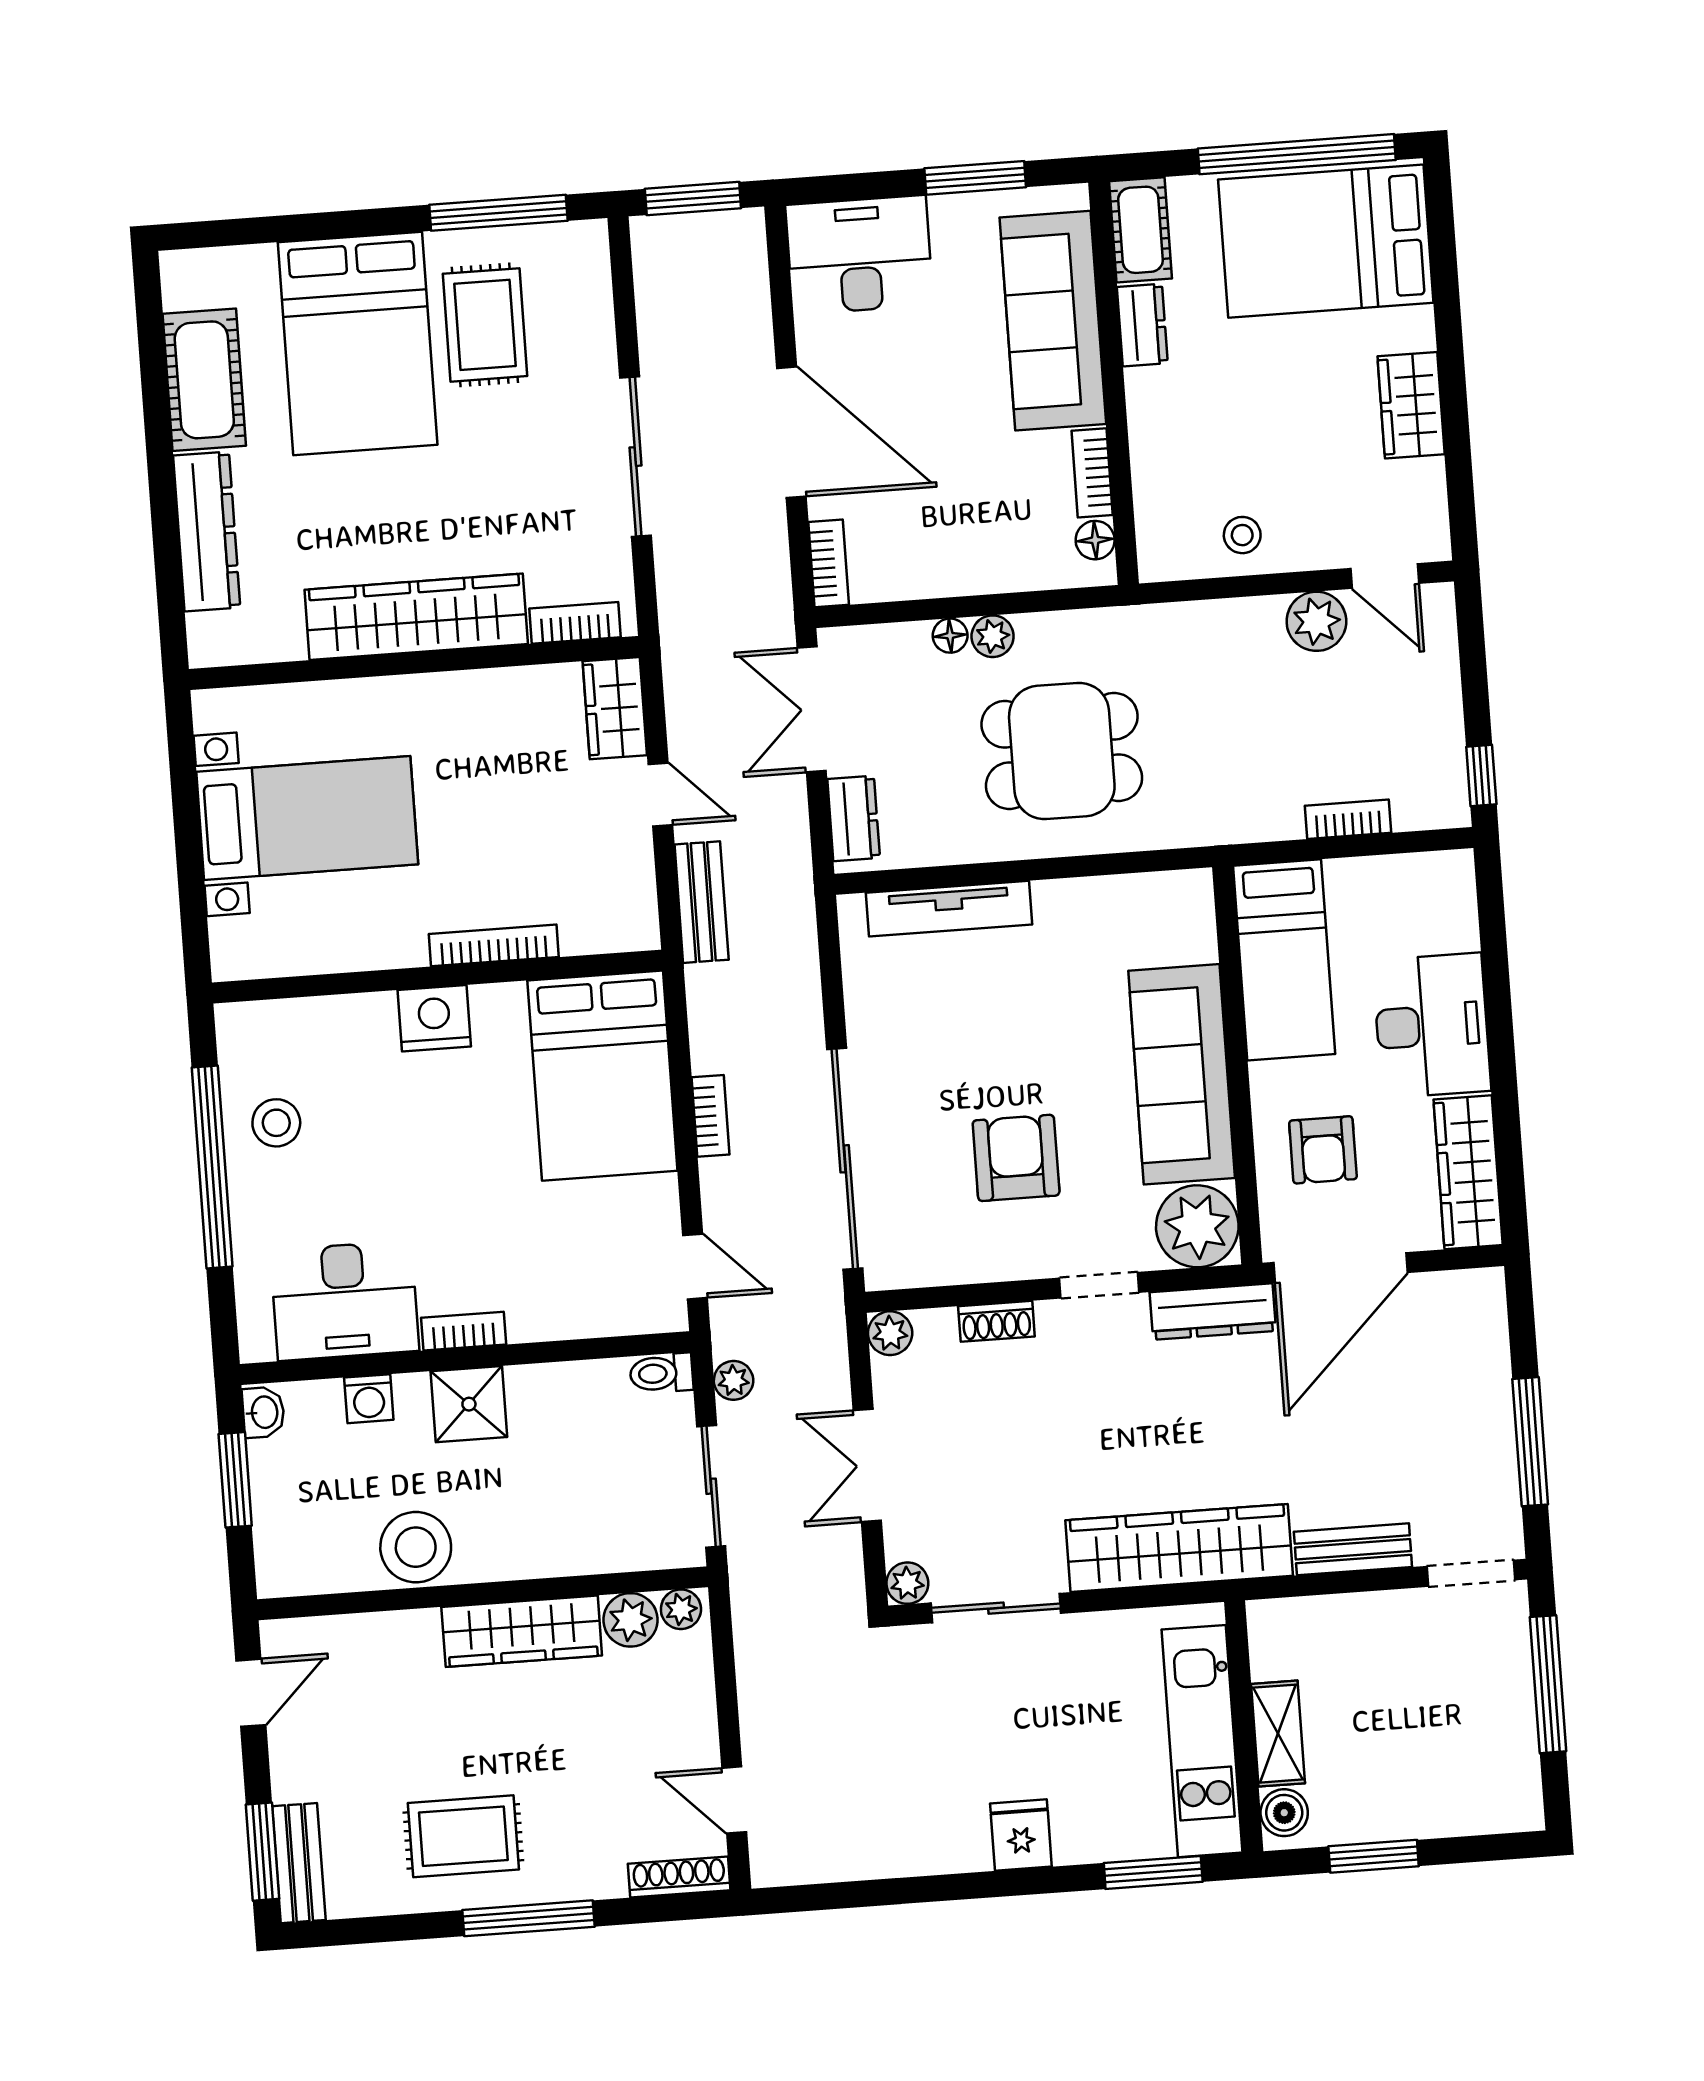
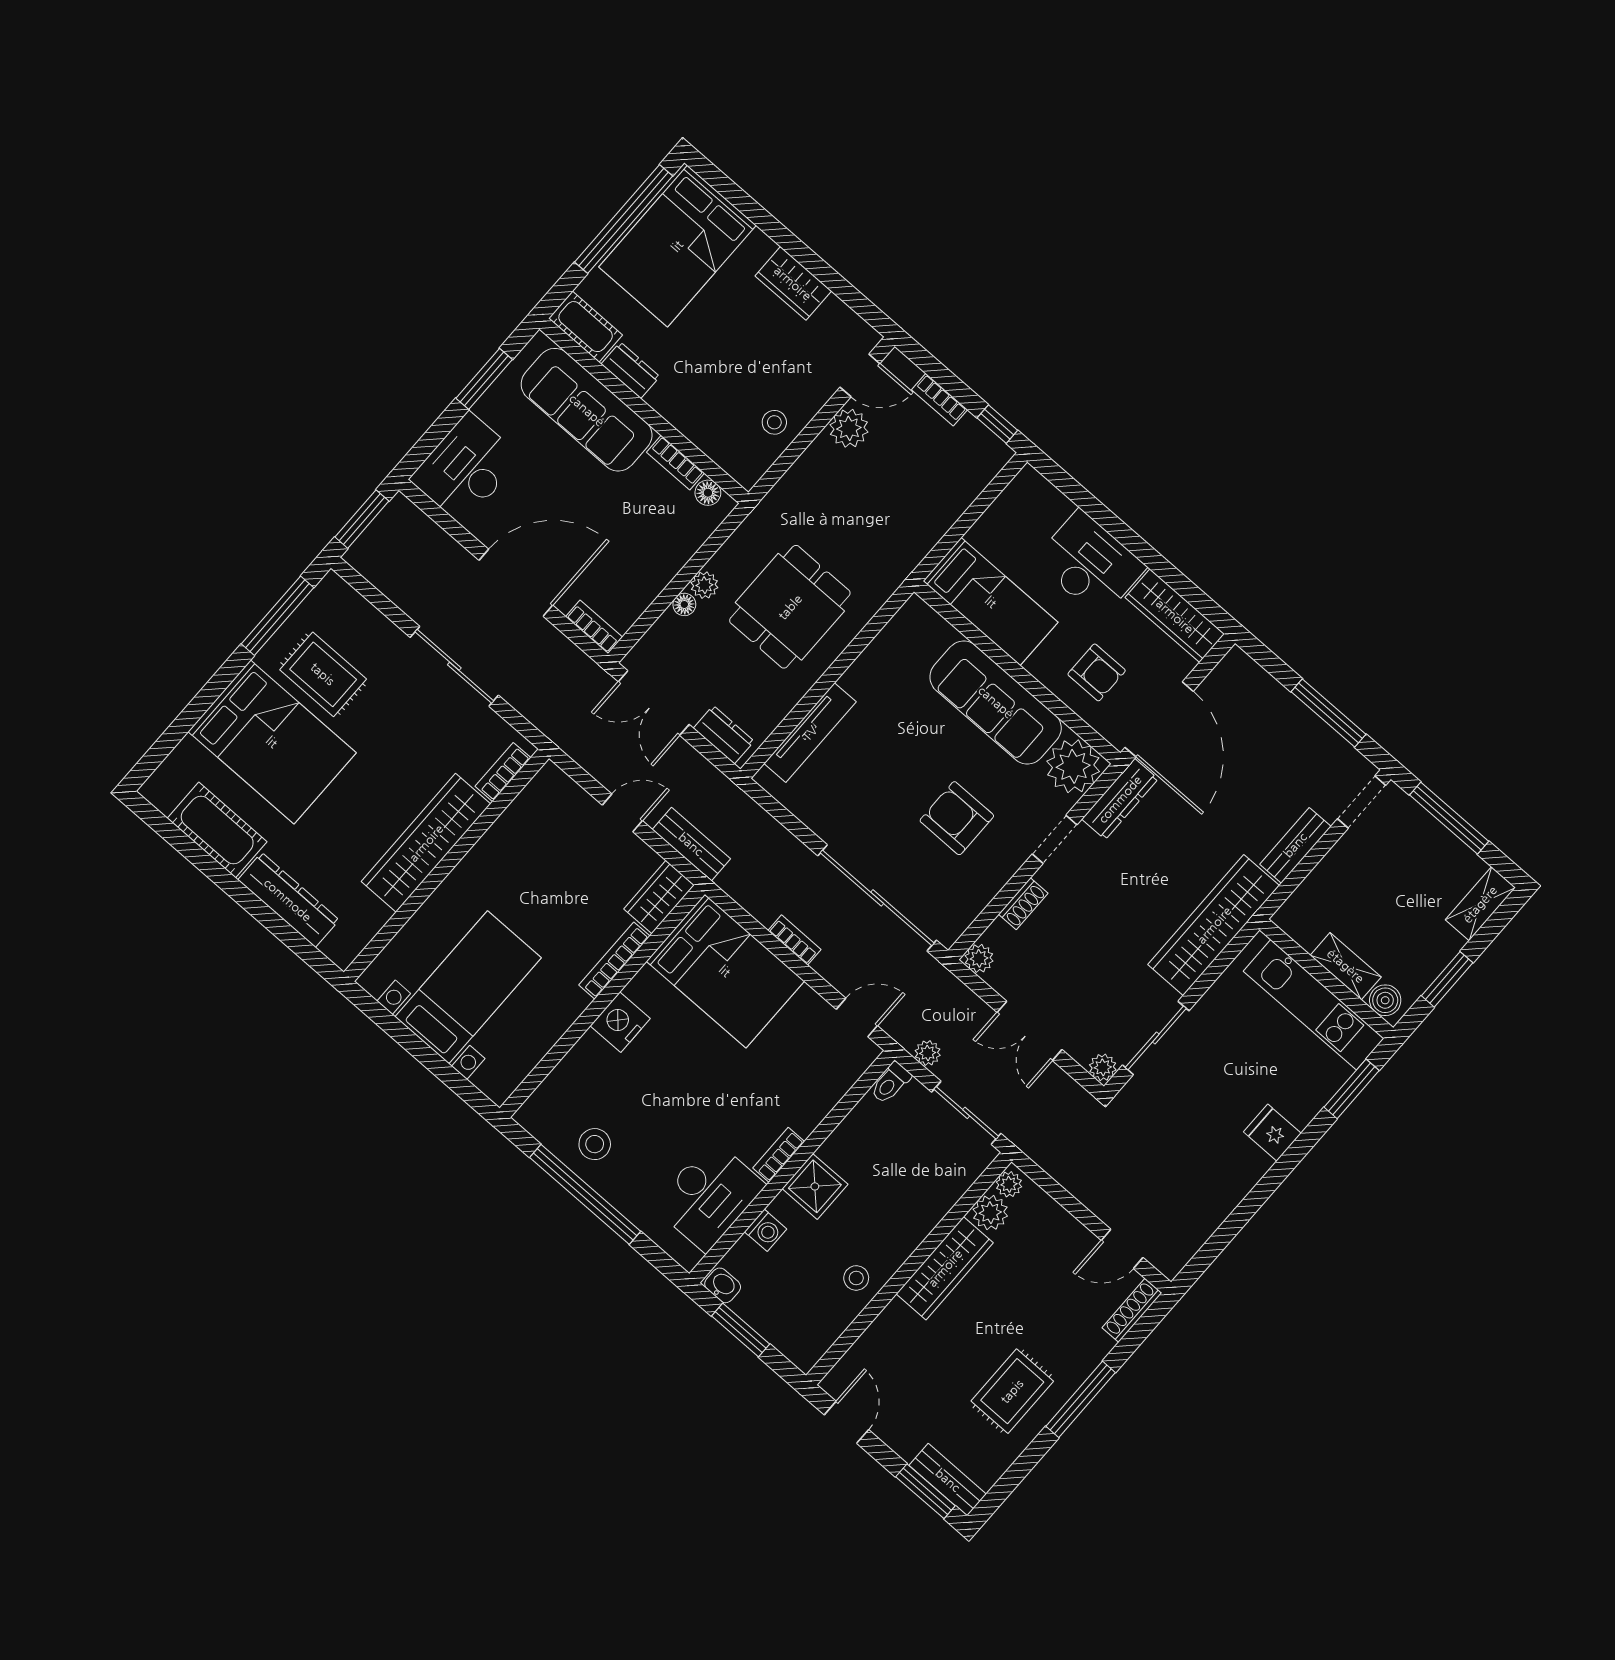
wardrobe: (615, 708) -> (659, 897), moved, turned 90
bookcase: (1348, 819) -> (940, 400), moved, turned -90
stool: (416, 1547) -> (856, 1278), width x0.53, depth x0.53
shelving: (1490, 1810) -> (1480, 904), added

